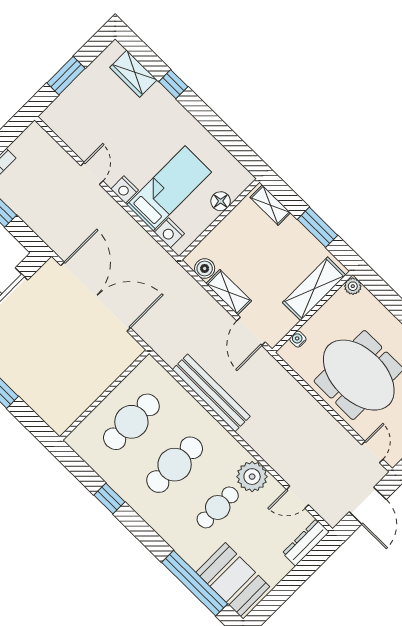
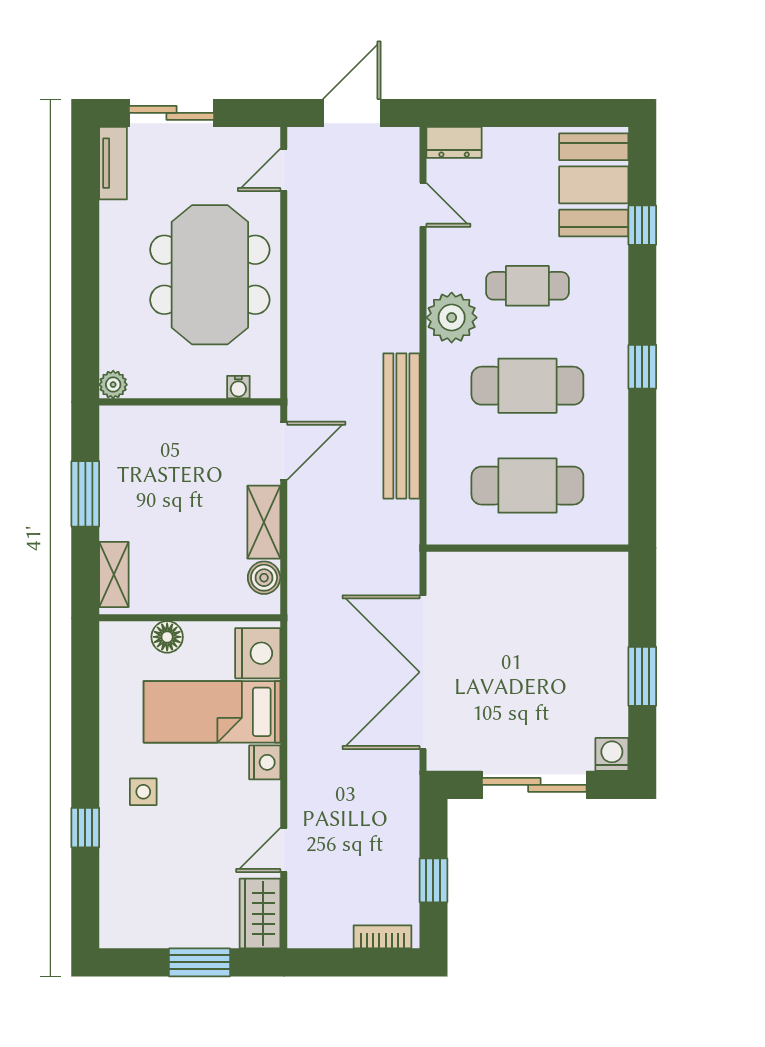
wardrobe: (133, 74) -> (260, 914), moved, turned 180
side table: (164, 125) -> (143, 792), added
door: (92, 173) -> (284, 850), moved
nightstand: (169, 233) -> (258, 653), width x1.36, depth x1.33
shelving: (314, 289) -> (161, 427), removed
plant: (252, 477) -> (452, 318), moved
window: (109, 498) -> (642, 367), moved
dresser: (306, 543) -> (454, 142), width x0.70
window: (195, 583) -> (642, 225), width x0.32

